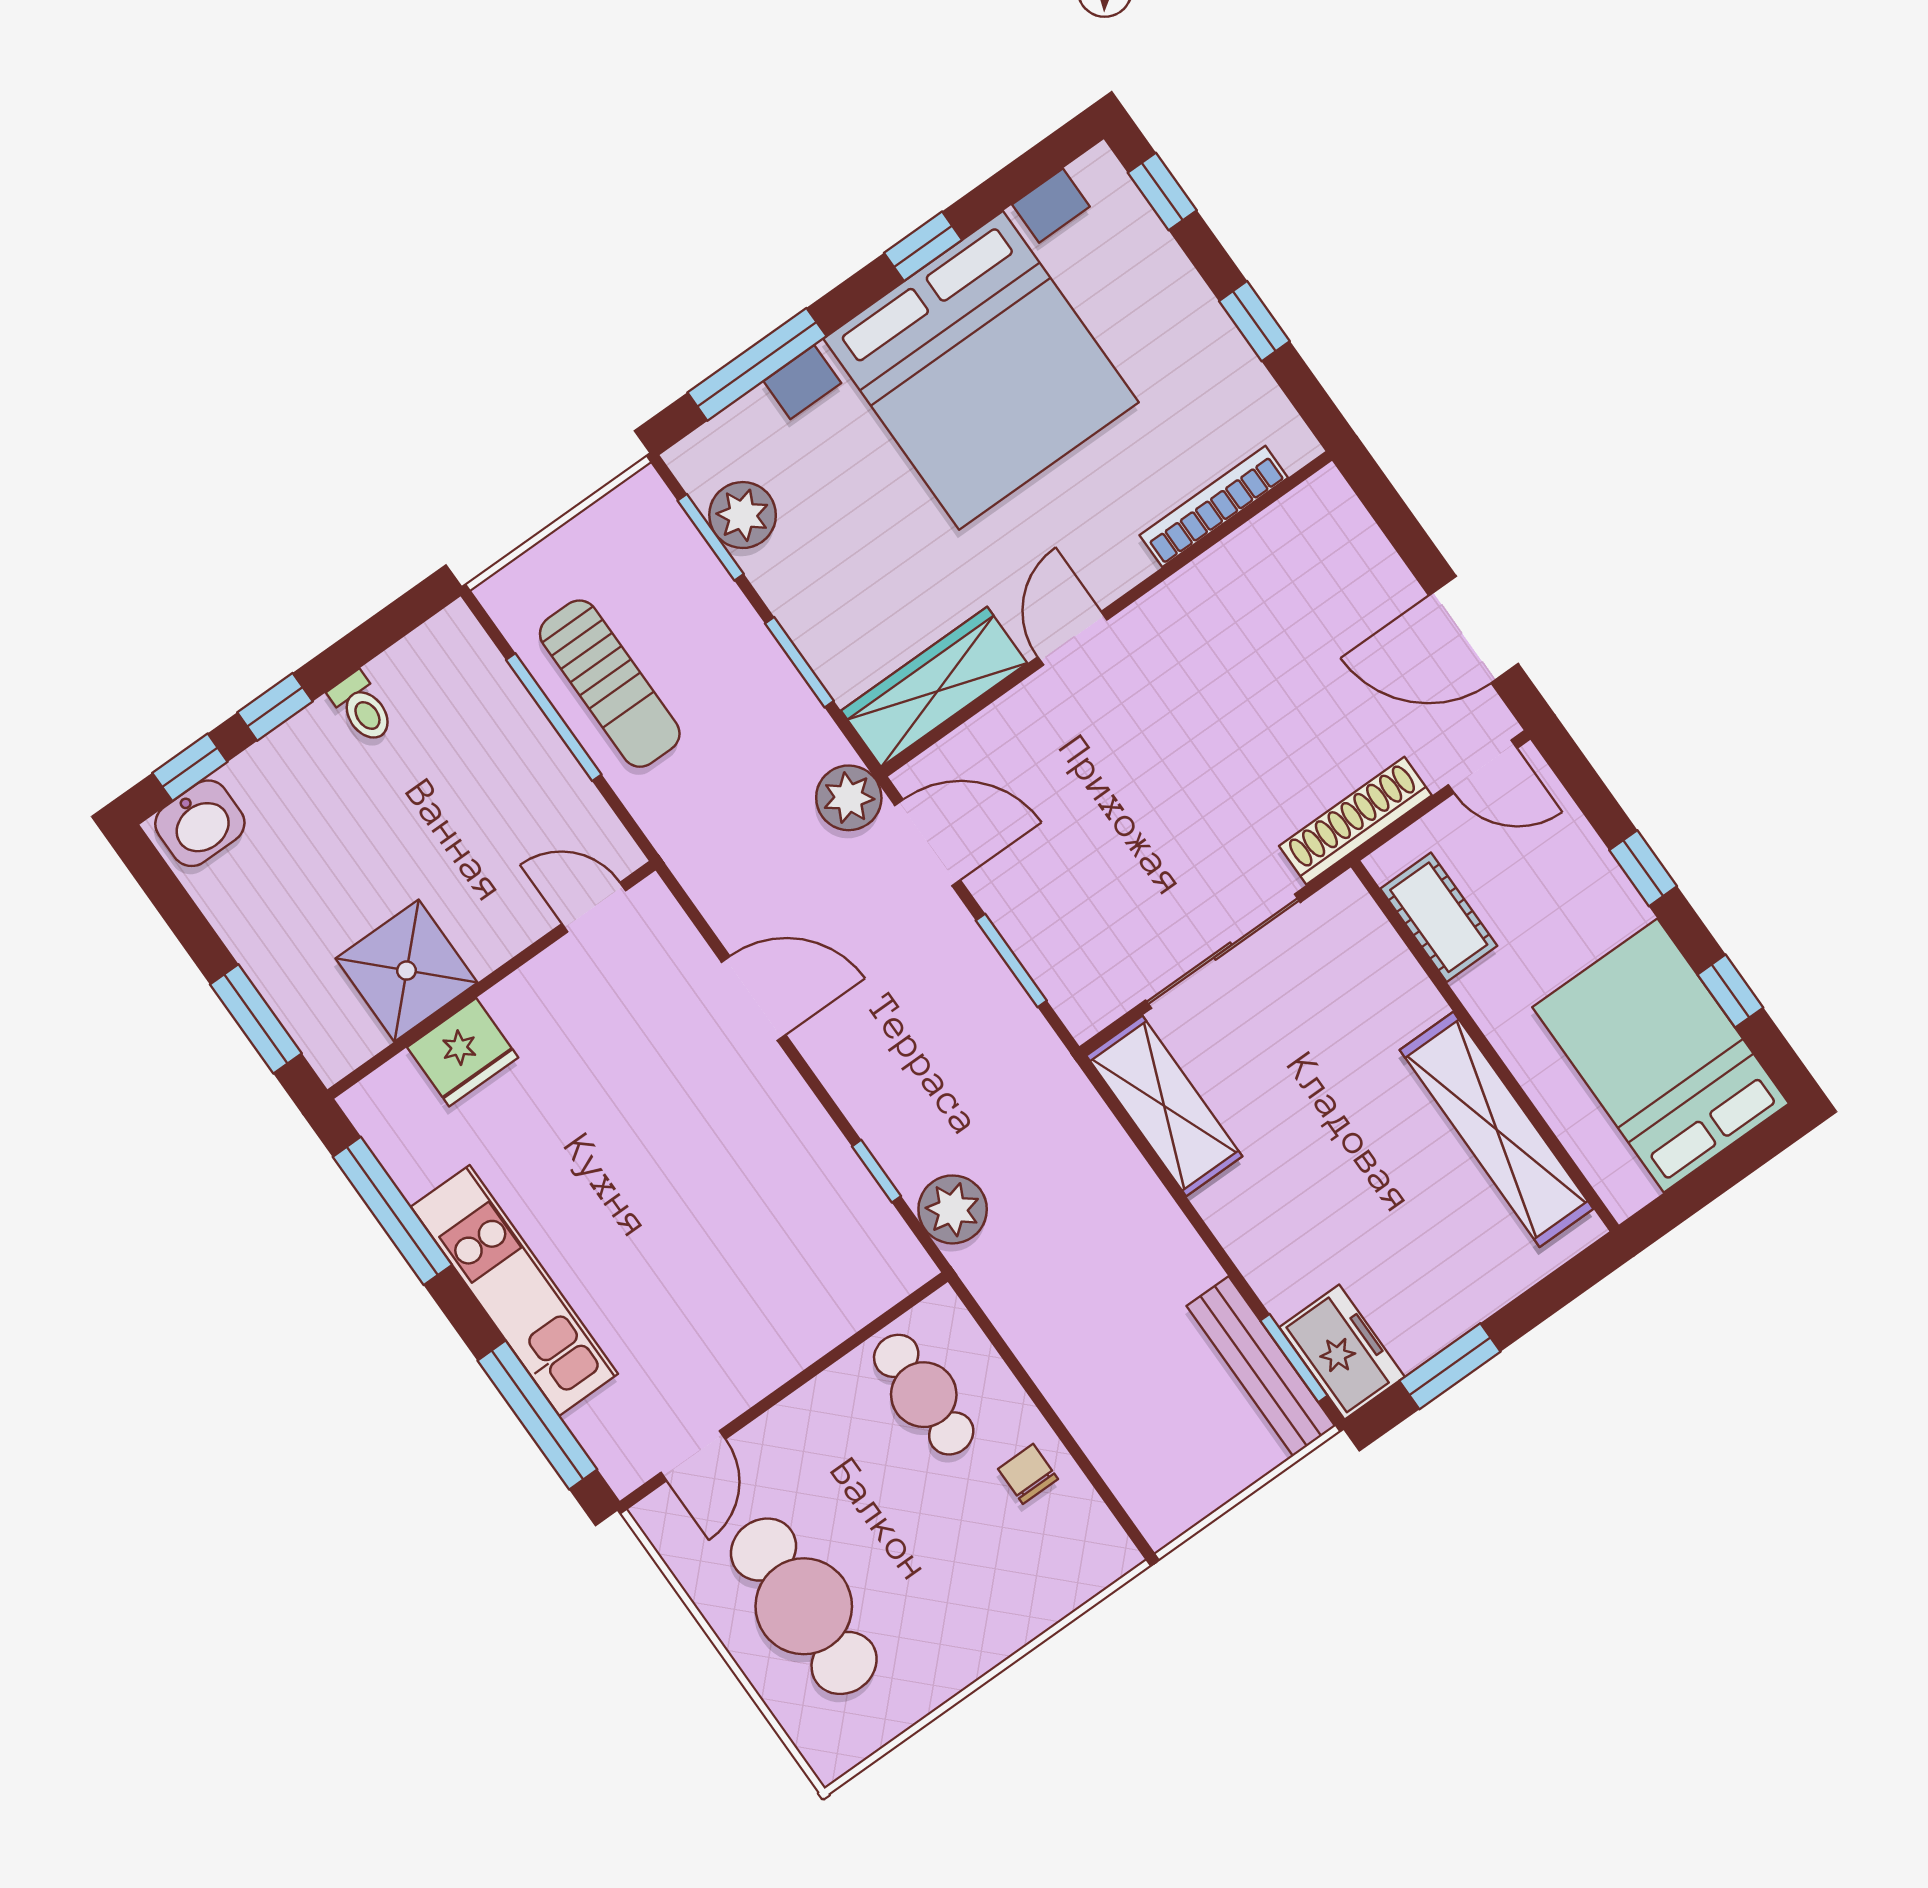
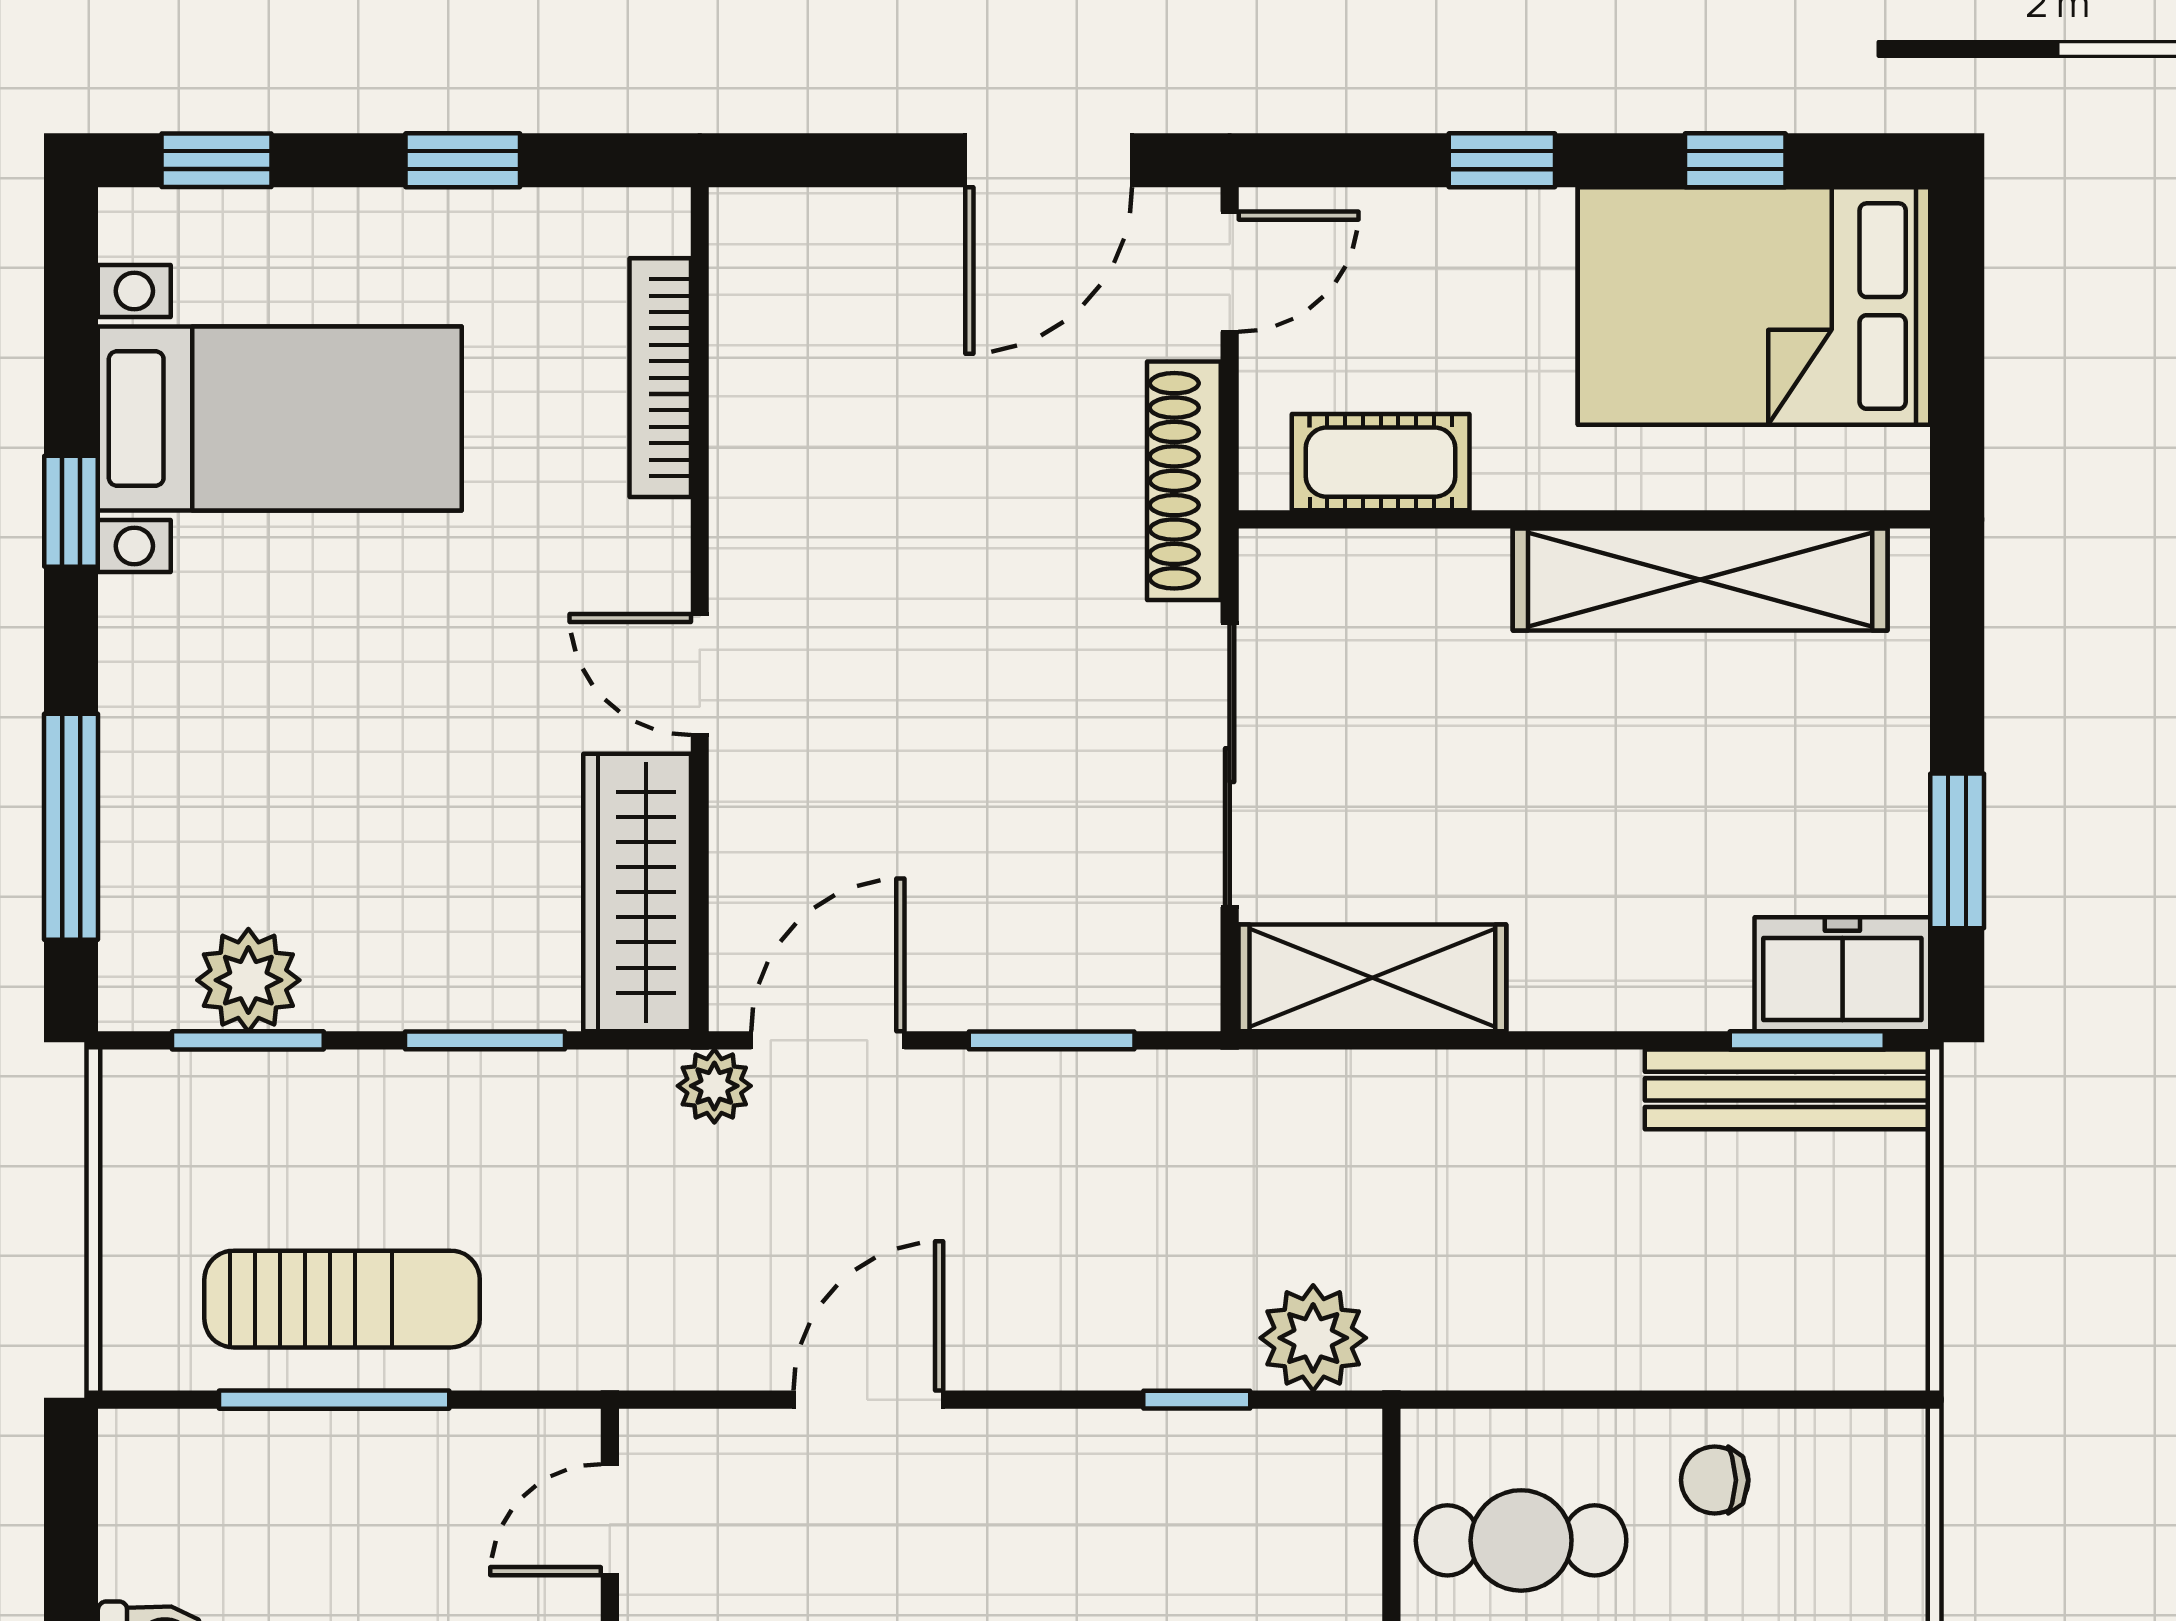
bed with nightstands: (981, 370) -> (280, 419), width x0.54
plant: (849, 798) -> (714, 1086), width x0.73, depth x0.73

